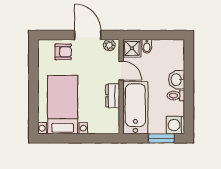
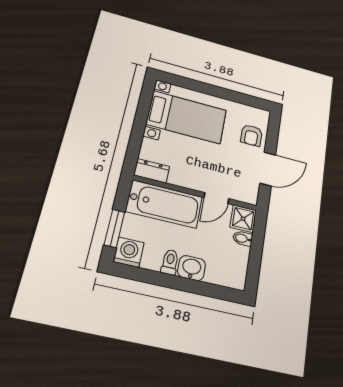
plant: (109, 45) -> (251, 191), removed
dresser: (113, 96) -> (152, 171), moved

